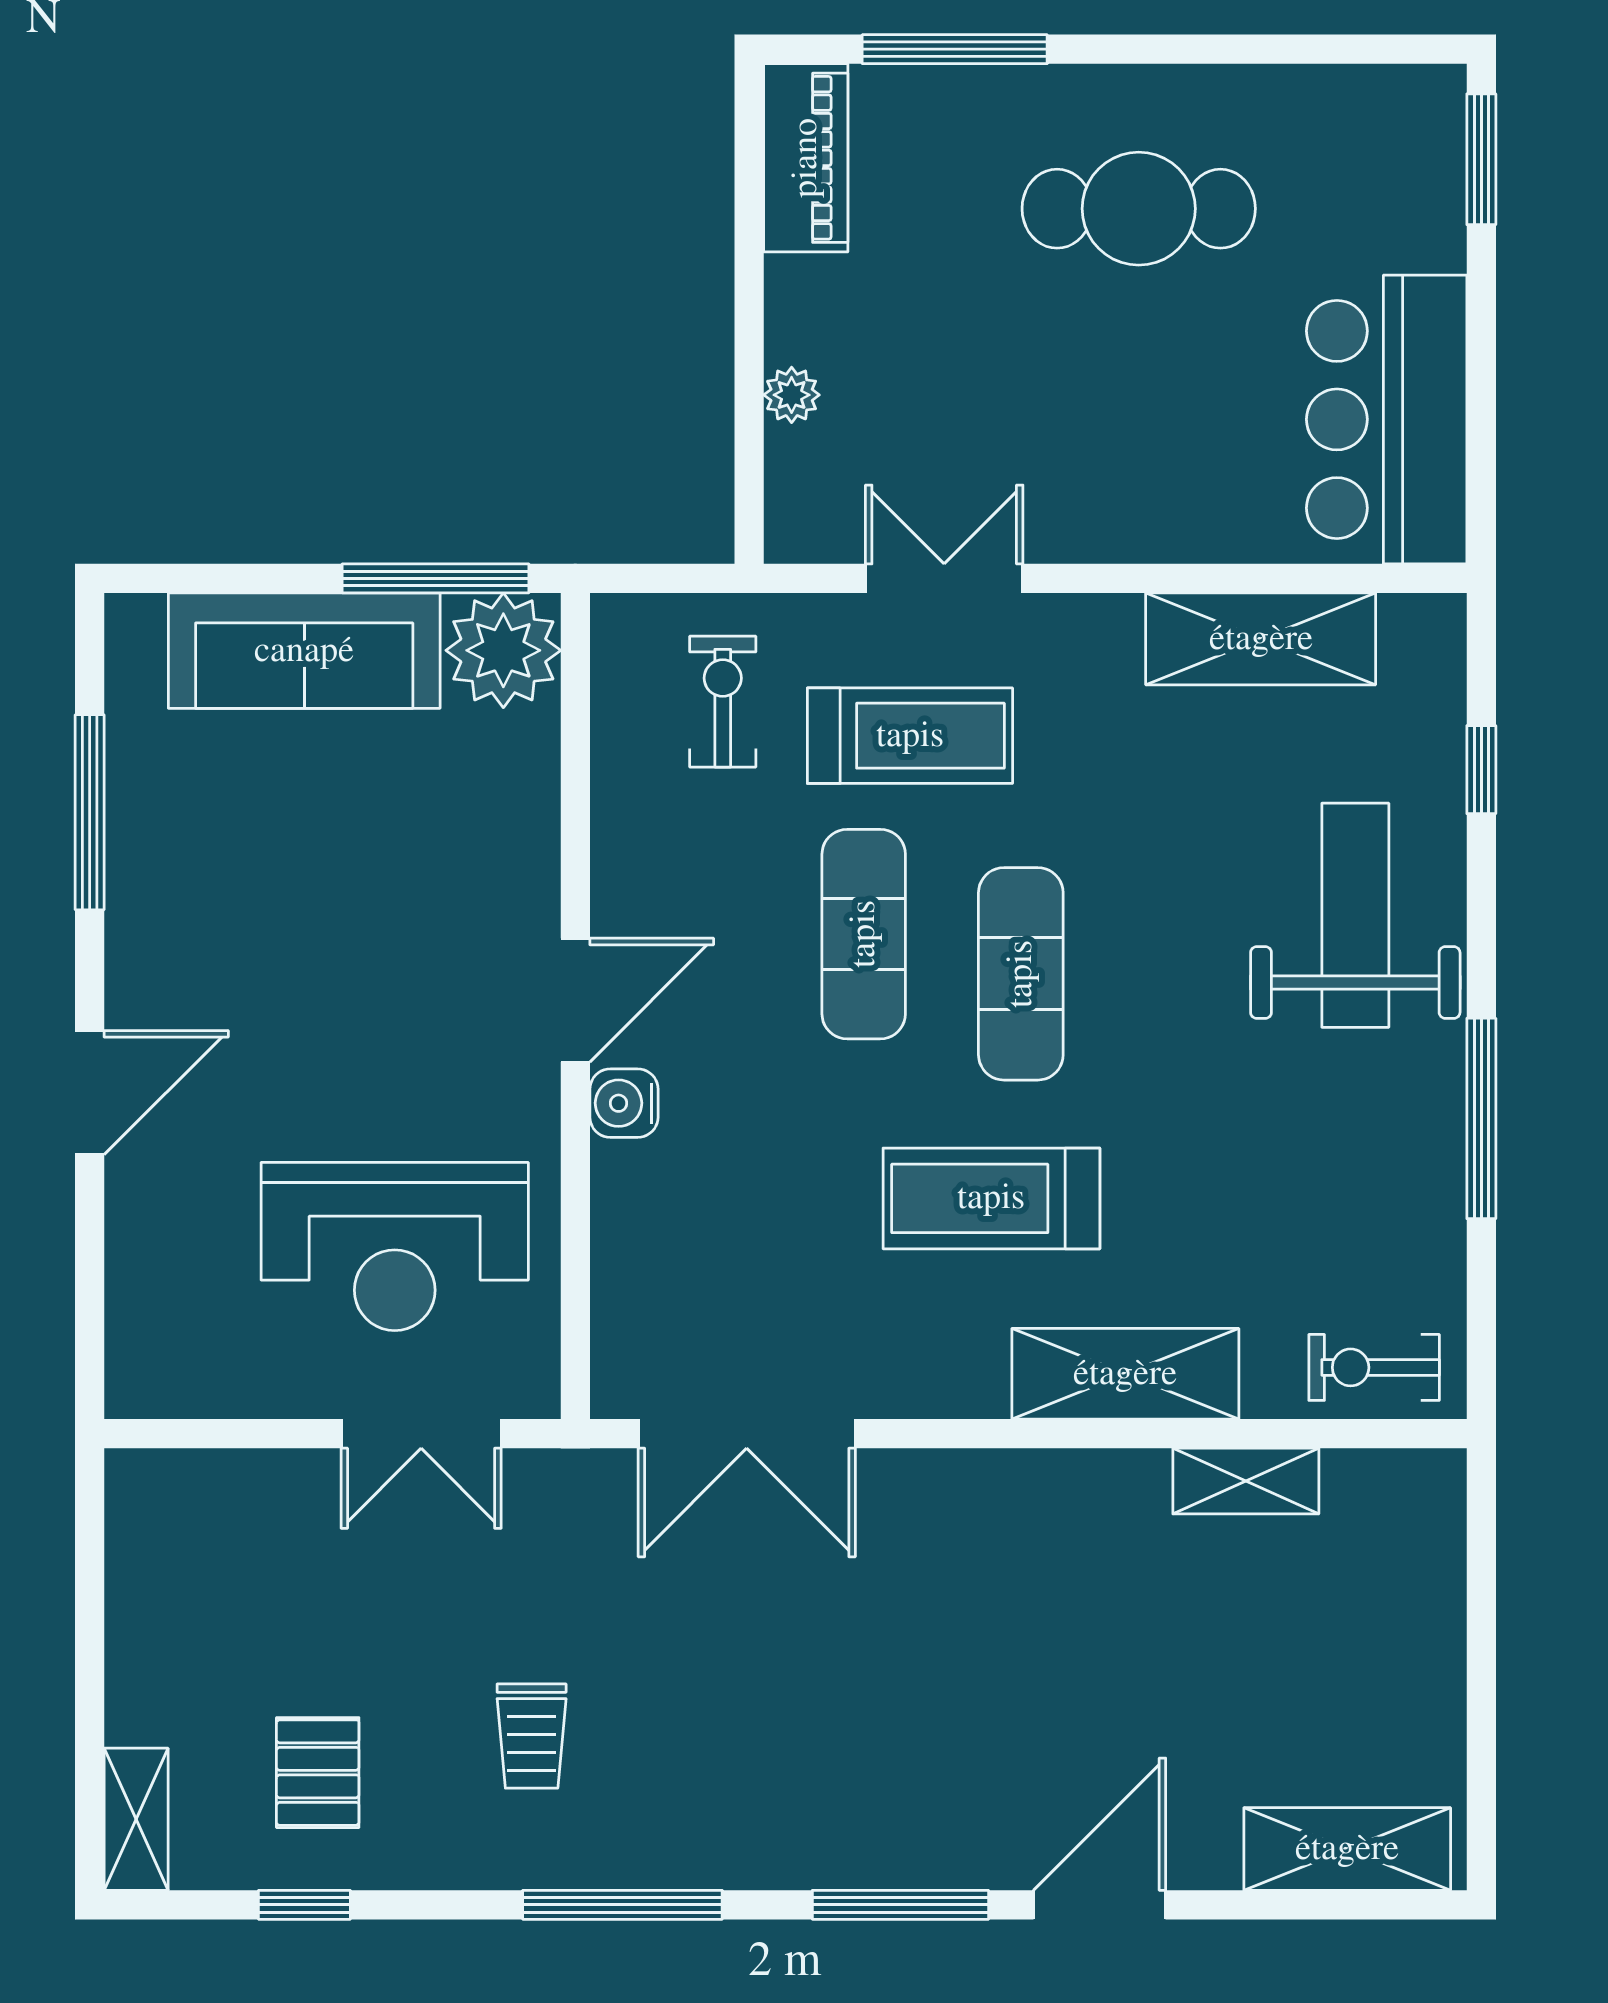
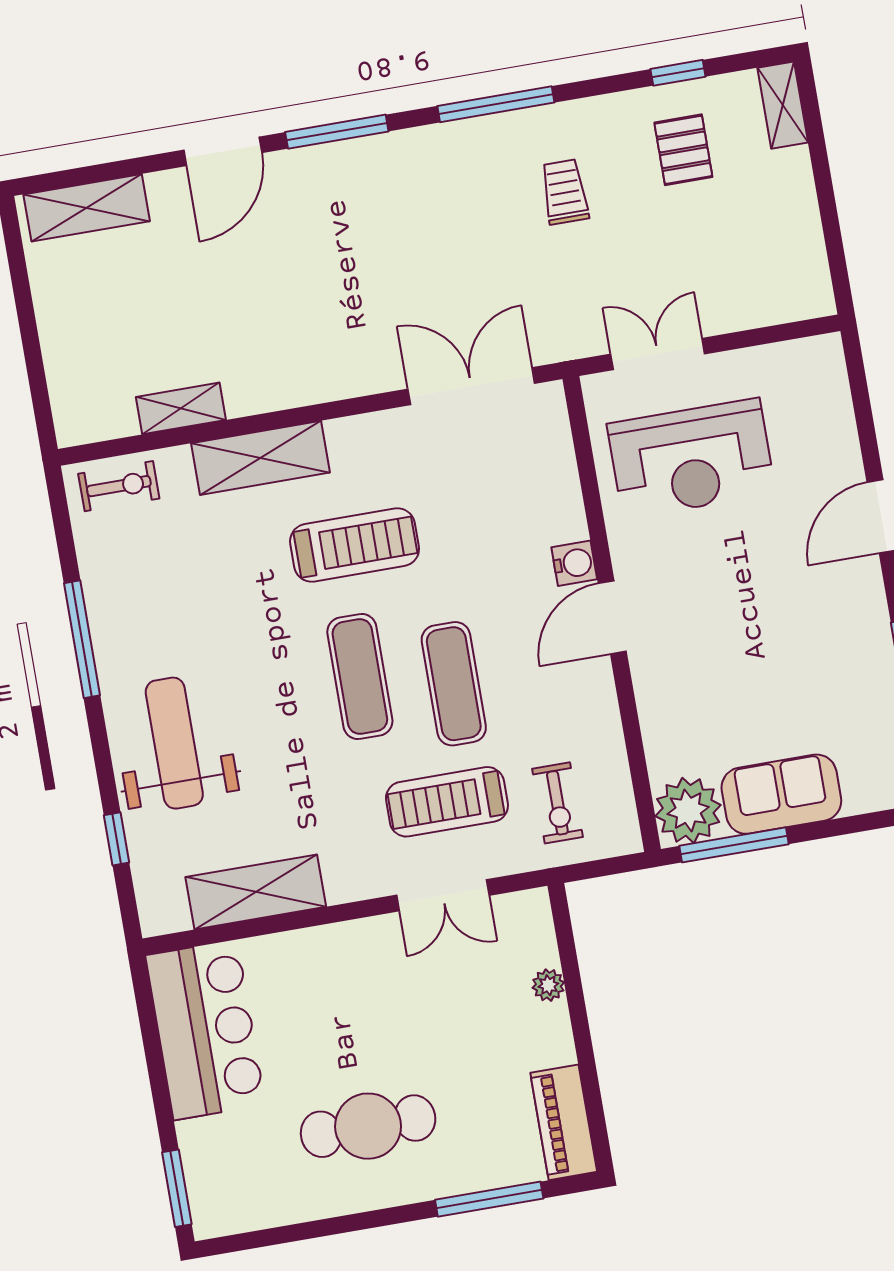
sofa: (304, 651) -> (781, 794), width x0.73
weight bench: (1355, 915) -> (174, 743), turned 180
reception desk: (395, 1246) -> (691, 459), turned 180

